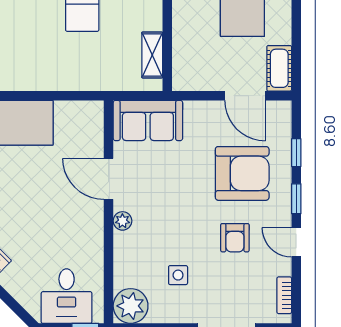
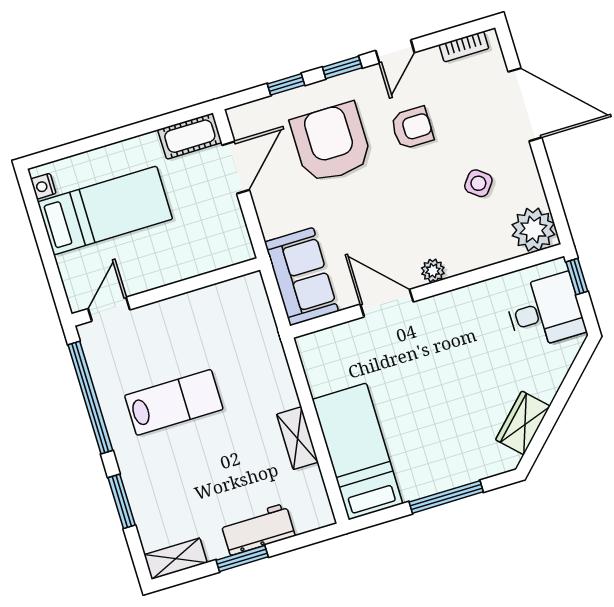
shelving: (152, 55) -> (297, 438), moved, turned 90
door: (109, 179) -> (387, 303), swing flipped
side table: (178, 275) -> (478, 183), turned 38

